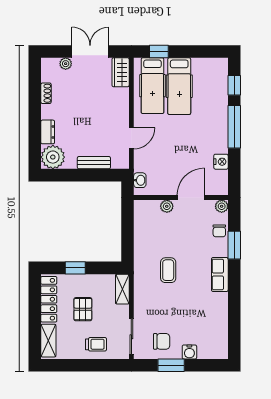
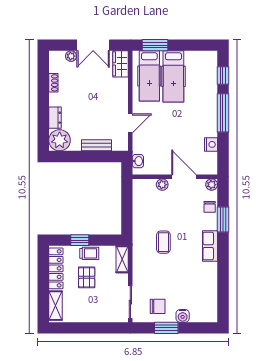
double door: (90, 51) -> (93, 45), swing flipped
window: (159, 51) -> (155, 45), width x1.50
door: (191, 198) -> (184, 177), hinge flipped
trolley: (96, 344) -> (89, 253), moved

